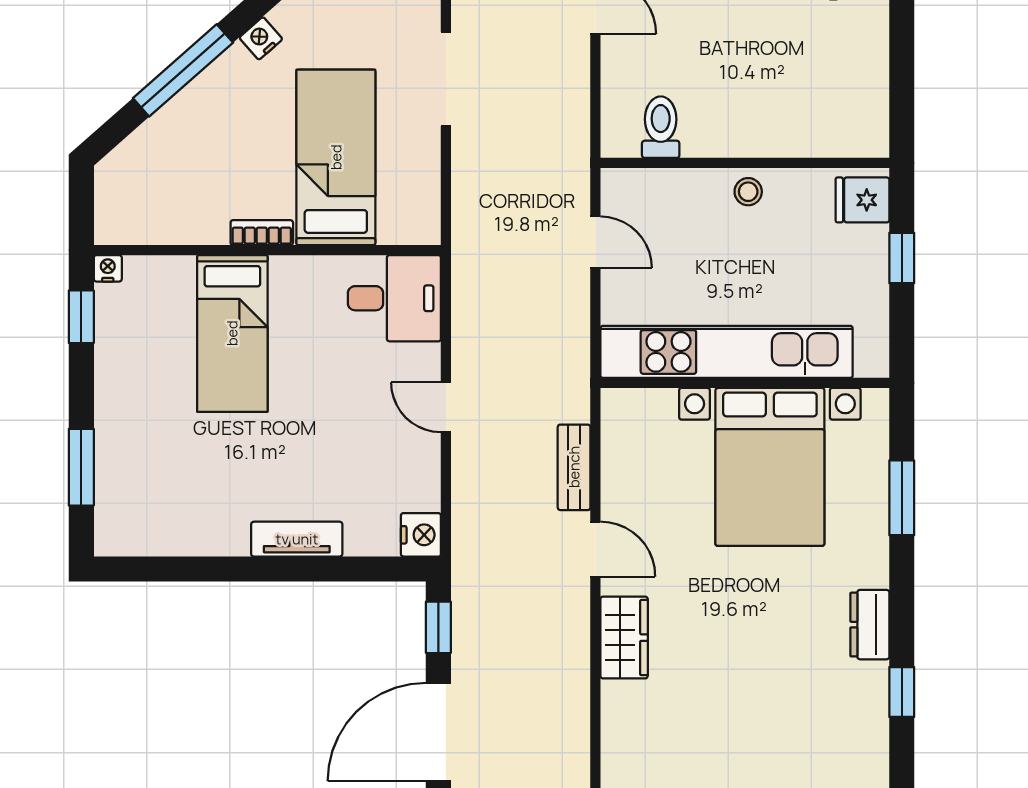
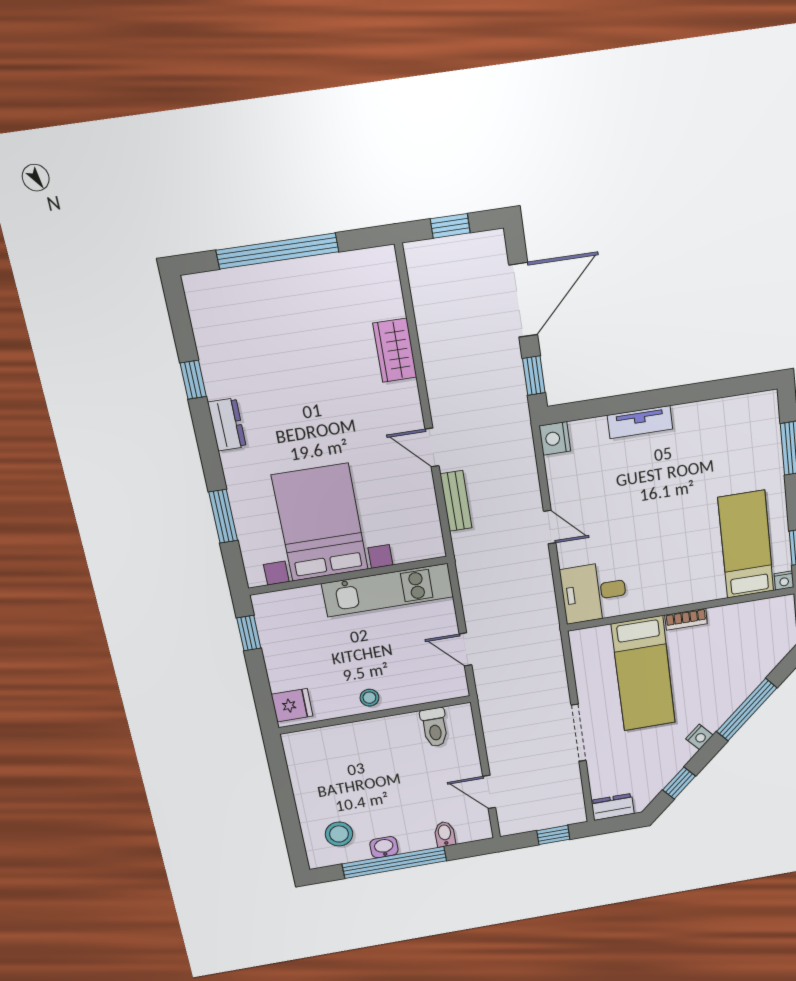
window: (902, 258) -> (249, 633), moved
bed: (232, 333) -> (746, 545), moved
kitchen unit: (727, 352) -> (388, 590), width x0.73
wardrobe: (624, 638) -> (395, 350), moved

